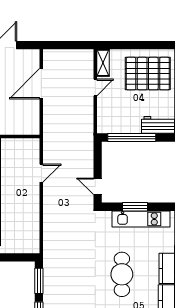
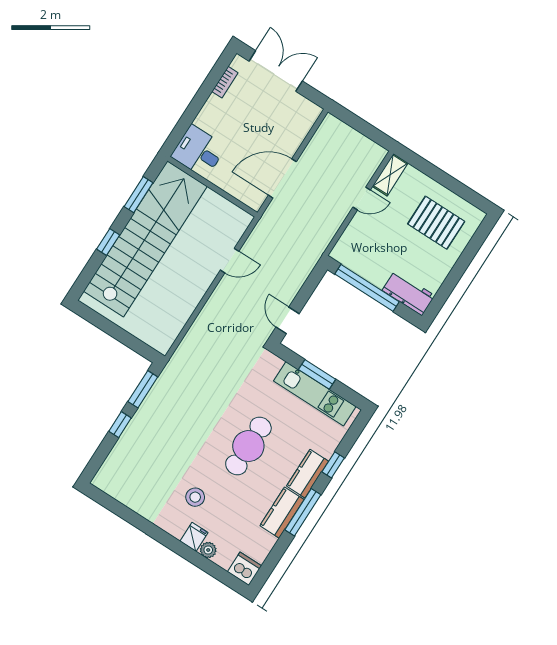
pallet: (148, 74) -> (436, 223), width x0.73, depth x0.71
door: (41, 84) -> (282, 178), moved

